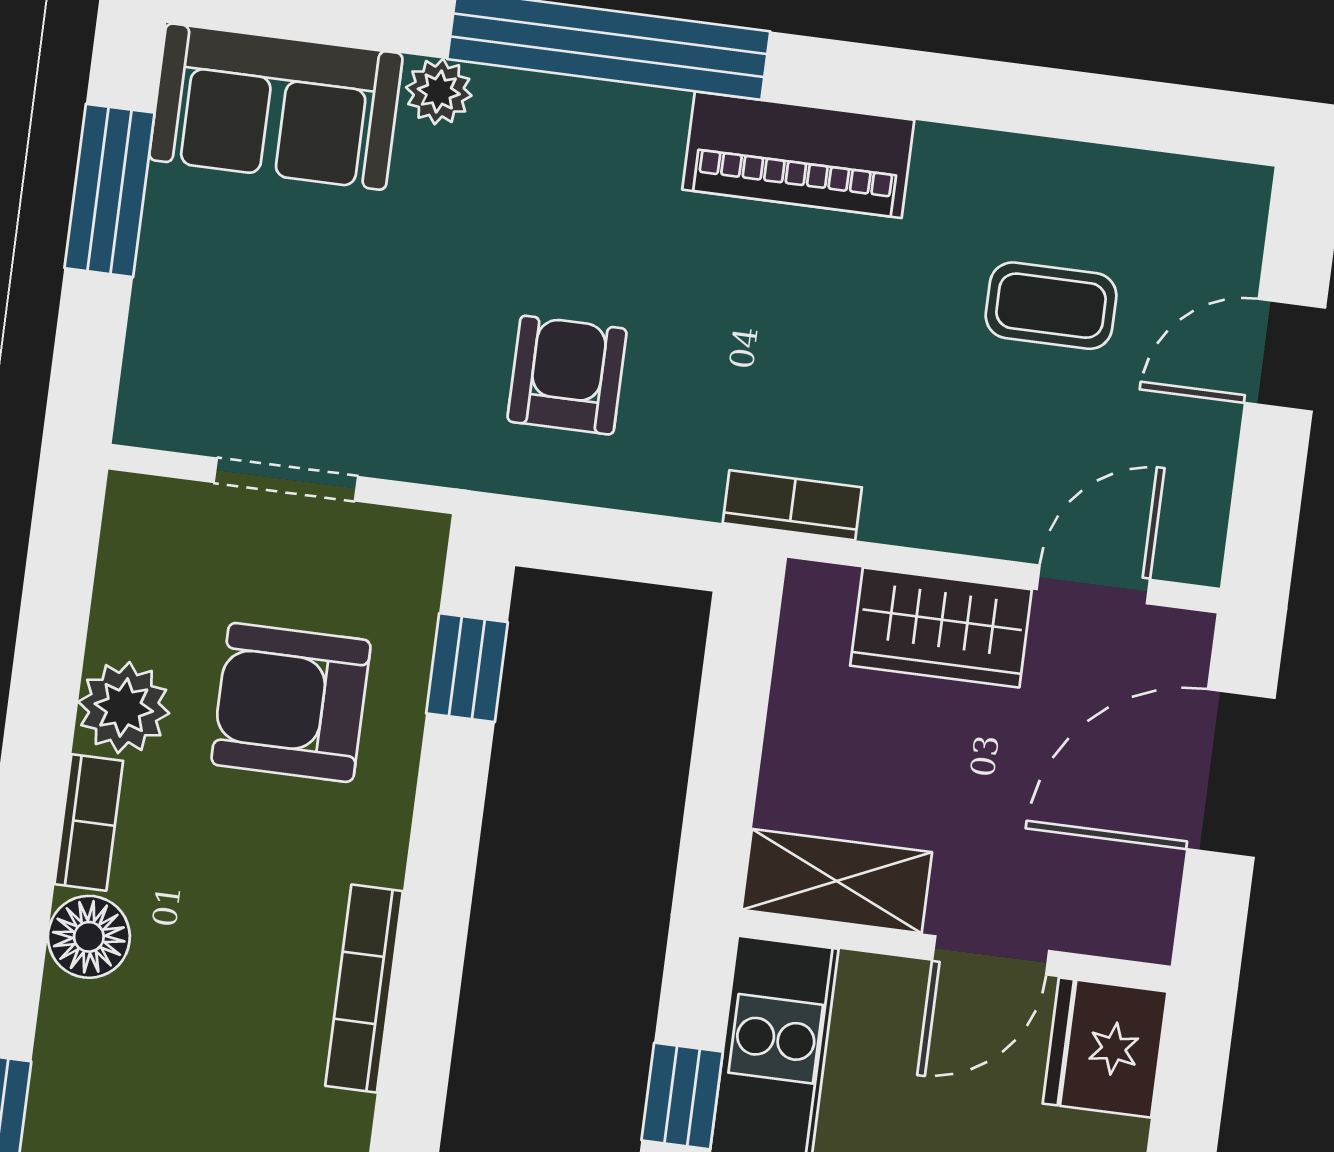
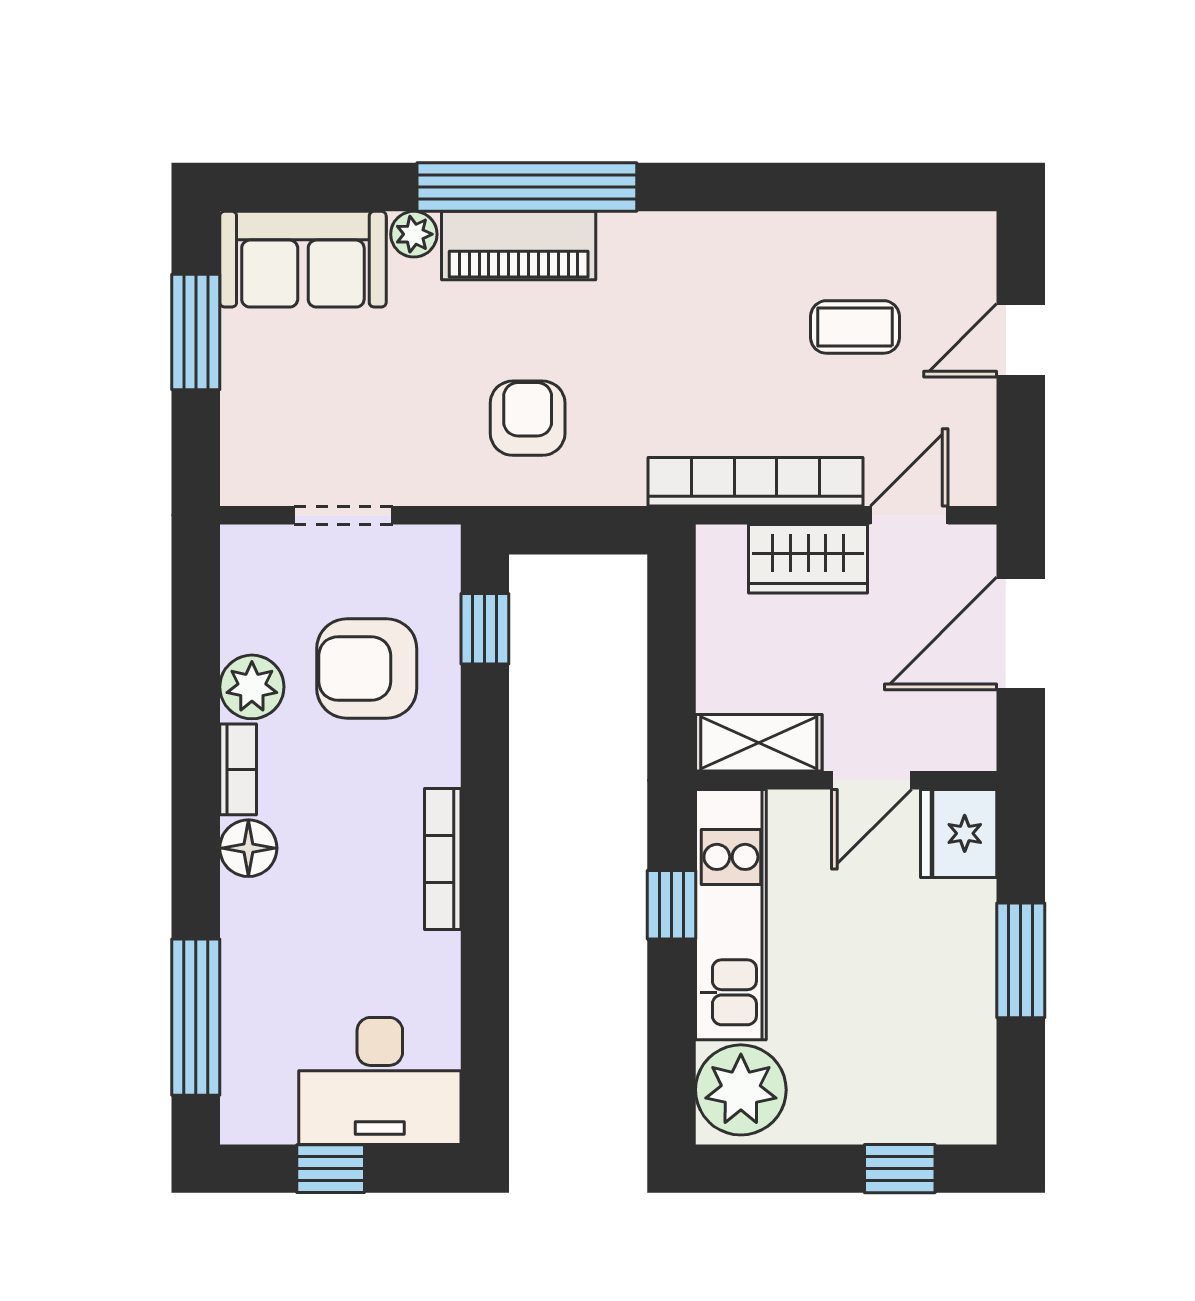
piano: (798, 155) -> (519, 246), moved
bookcase: (792, 505) -> (755, 482), width x2.31, depth x1.31

